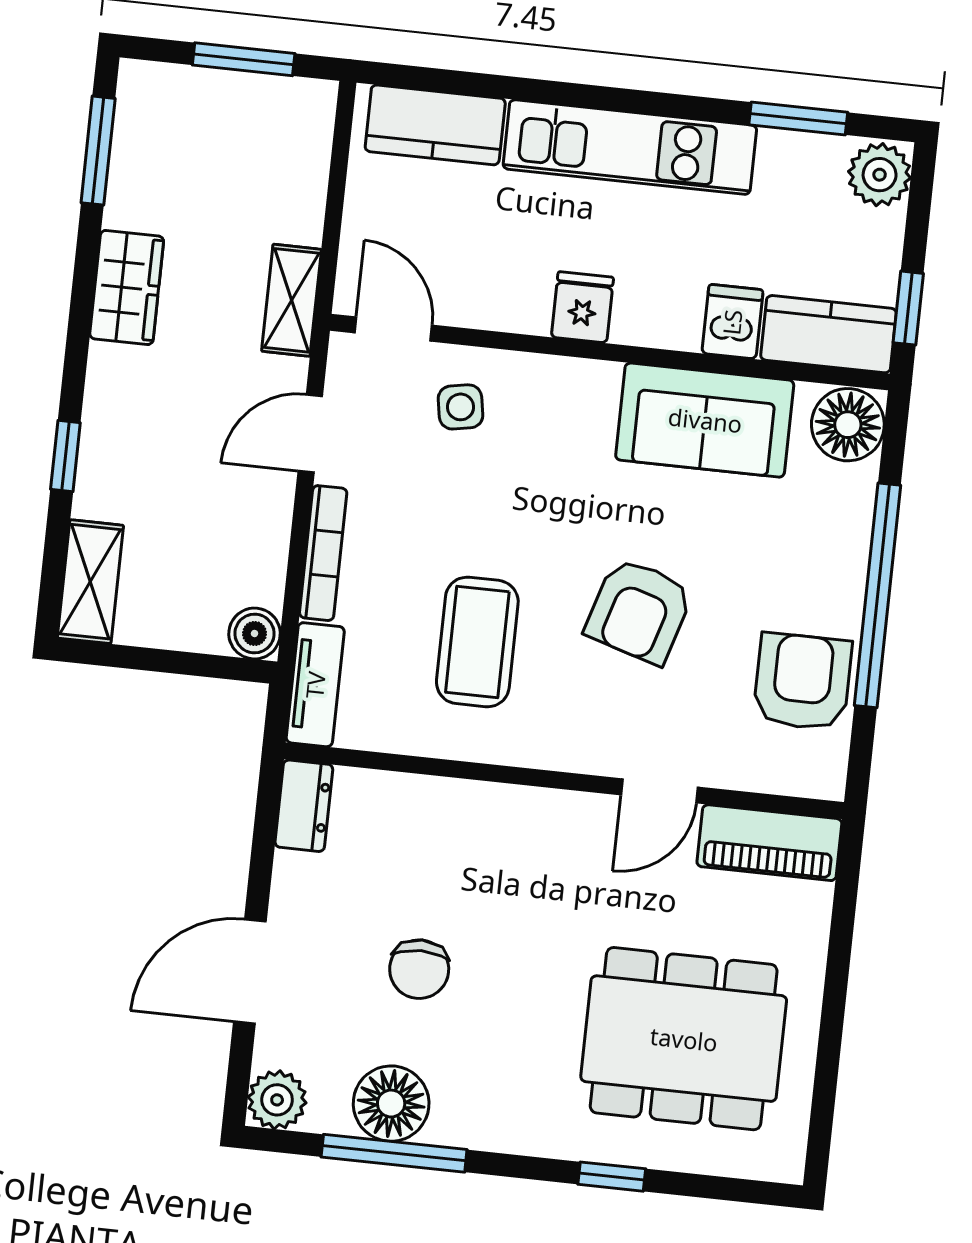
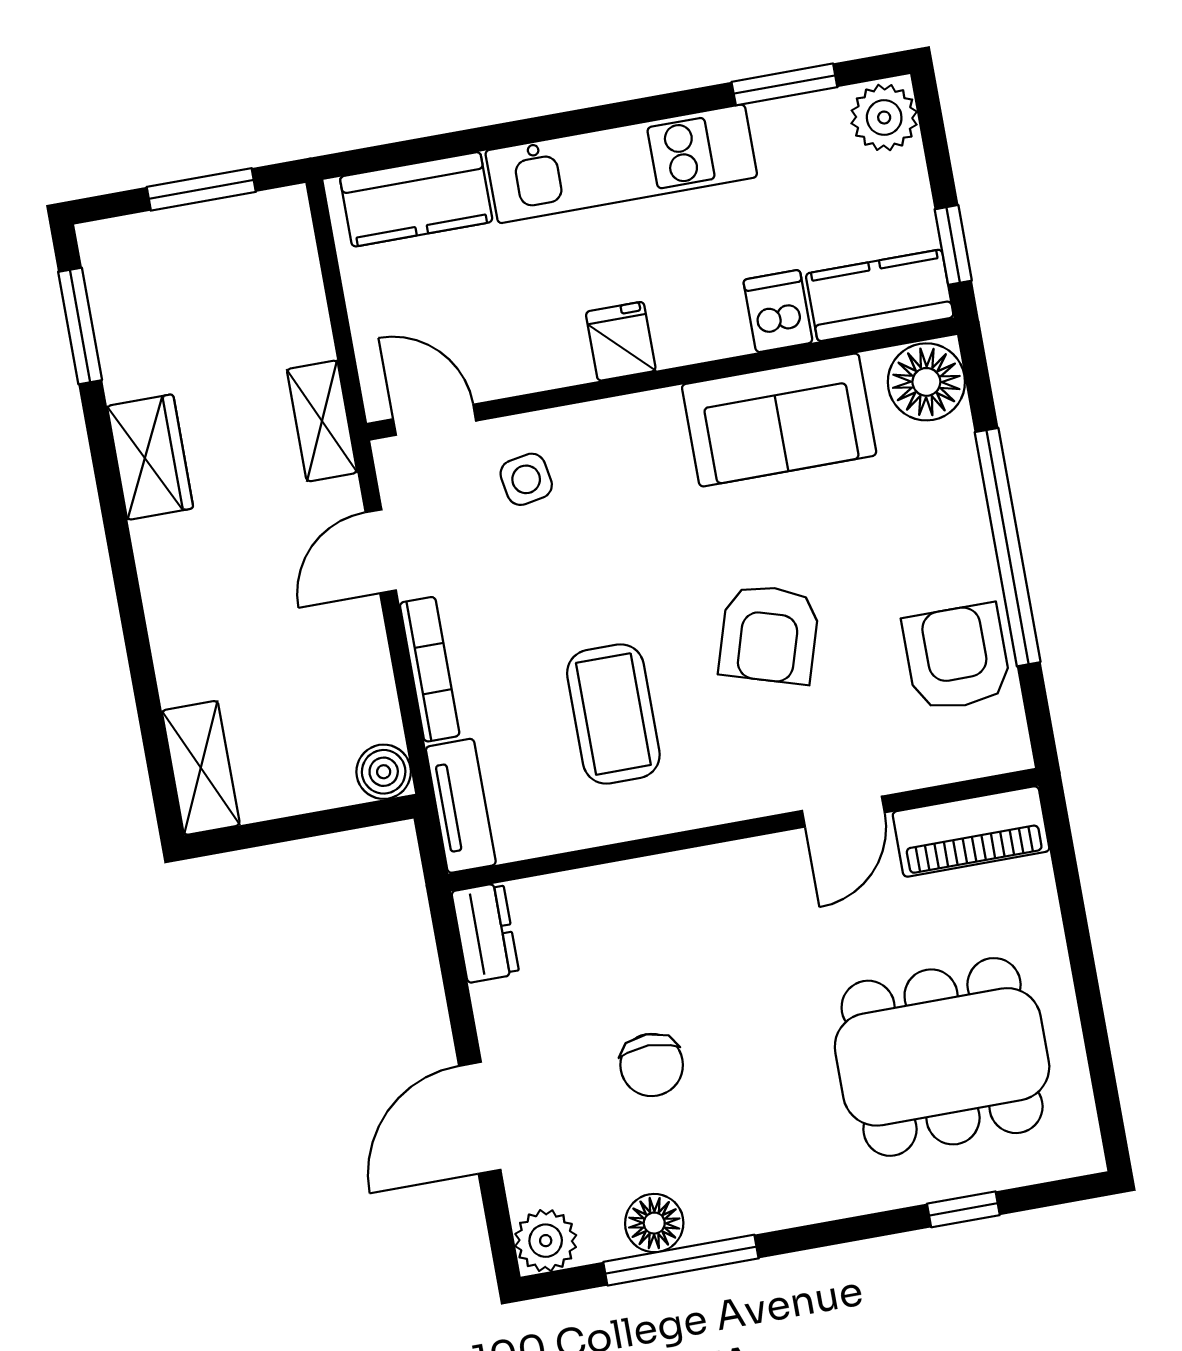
window: (65, 456) -> (138, 647), removed
floor lamp: (391, 1104) -> (654, 1223), width x0.73, depth x0.73
window: (612, 1177) -> (963, 1209), moved

